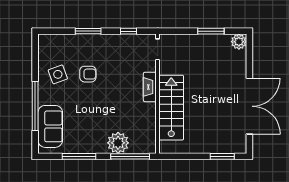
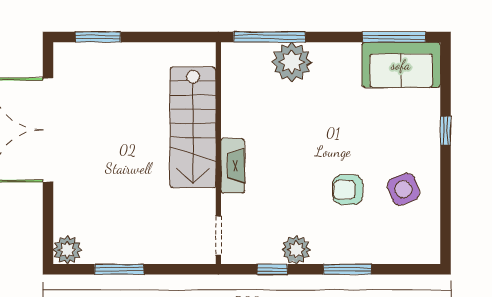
plant: (116, 42) -> (296, 250), added
window: (35, 106) -> (446, 131), width x0.32
sofa: (50, 126) -> (401, 65), moved, turned -90
window: (79, 156) -> (394, 37), moved

